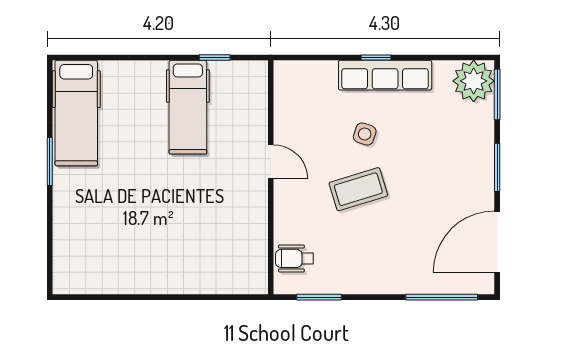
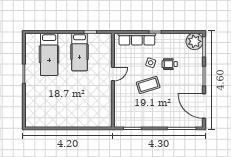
row of seats: (385, 75) -> (137, 39), moved
hospital bed: (76, 113) -> (49, 54), moved
door: (271, 162) -> (113, 74), hinge flipped
door: (497, 242) -> (204, 106), hinge flipped
wheelchair: (294, 258) -> (170, 64), moved

